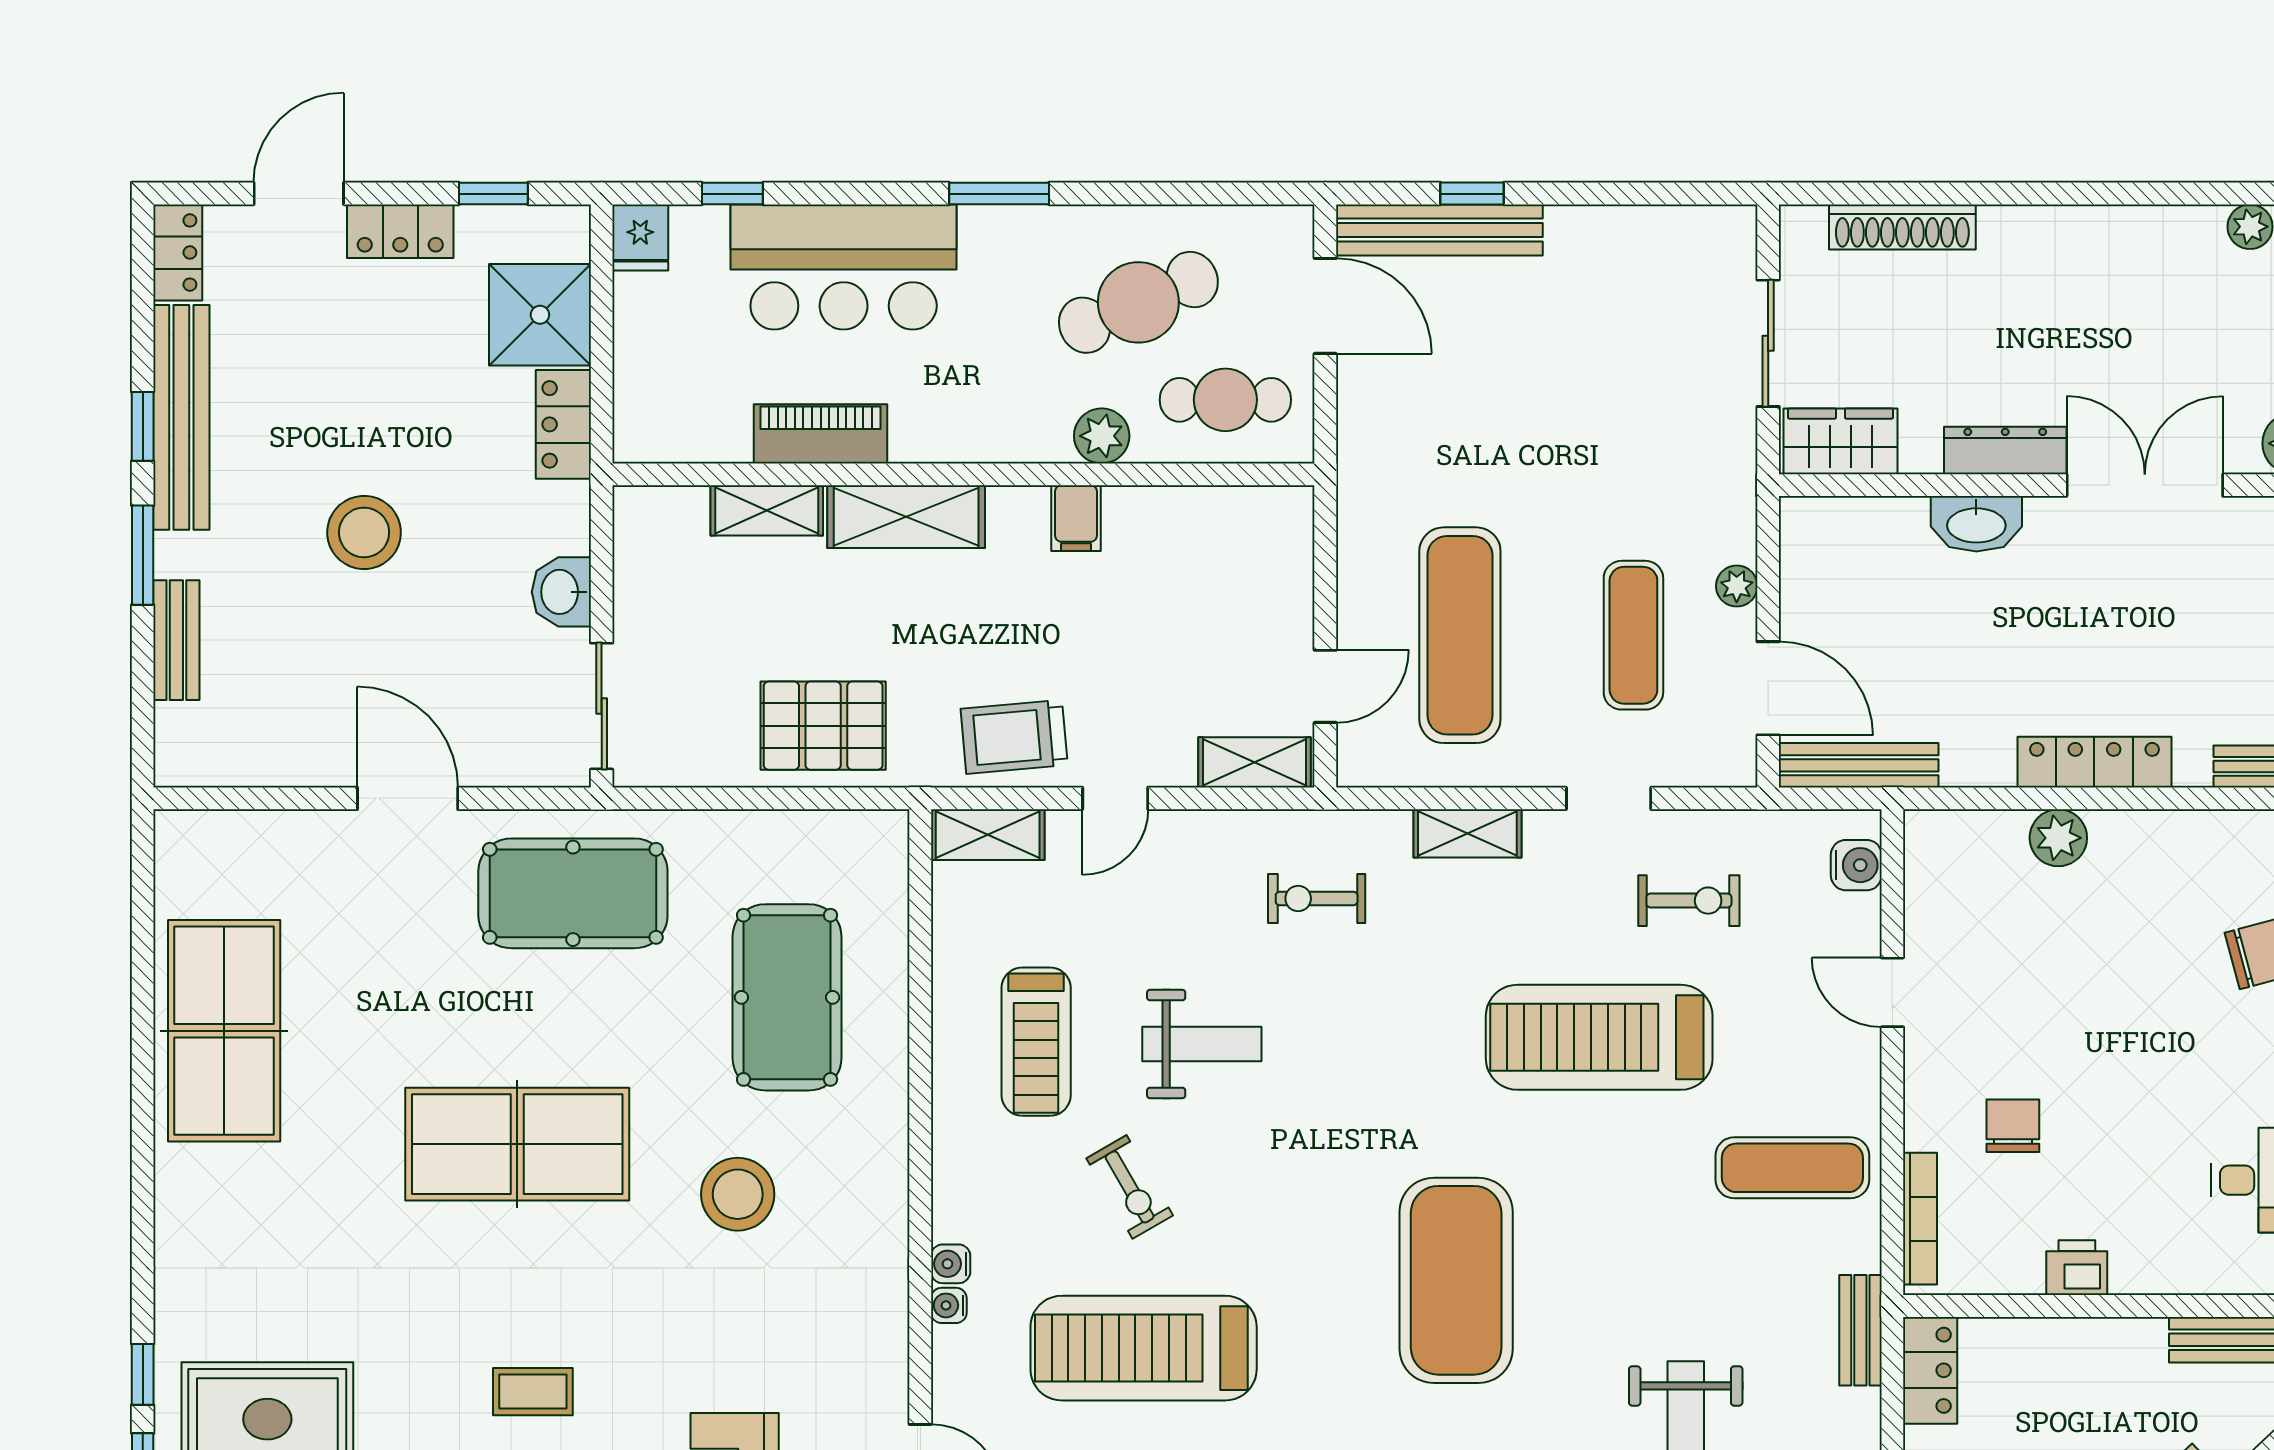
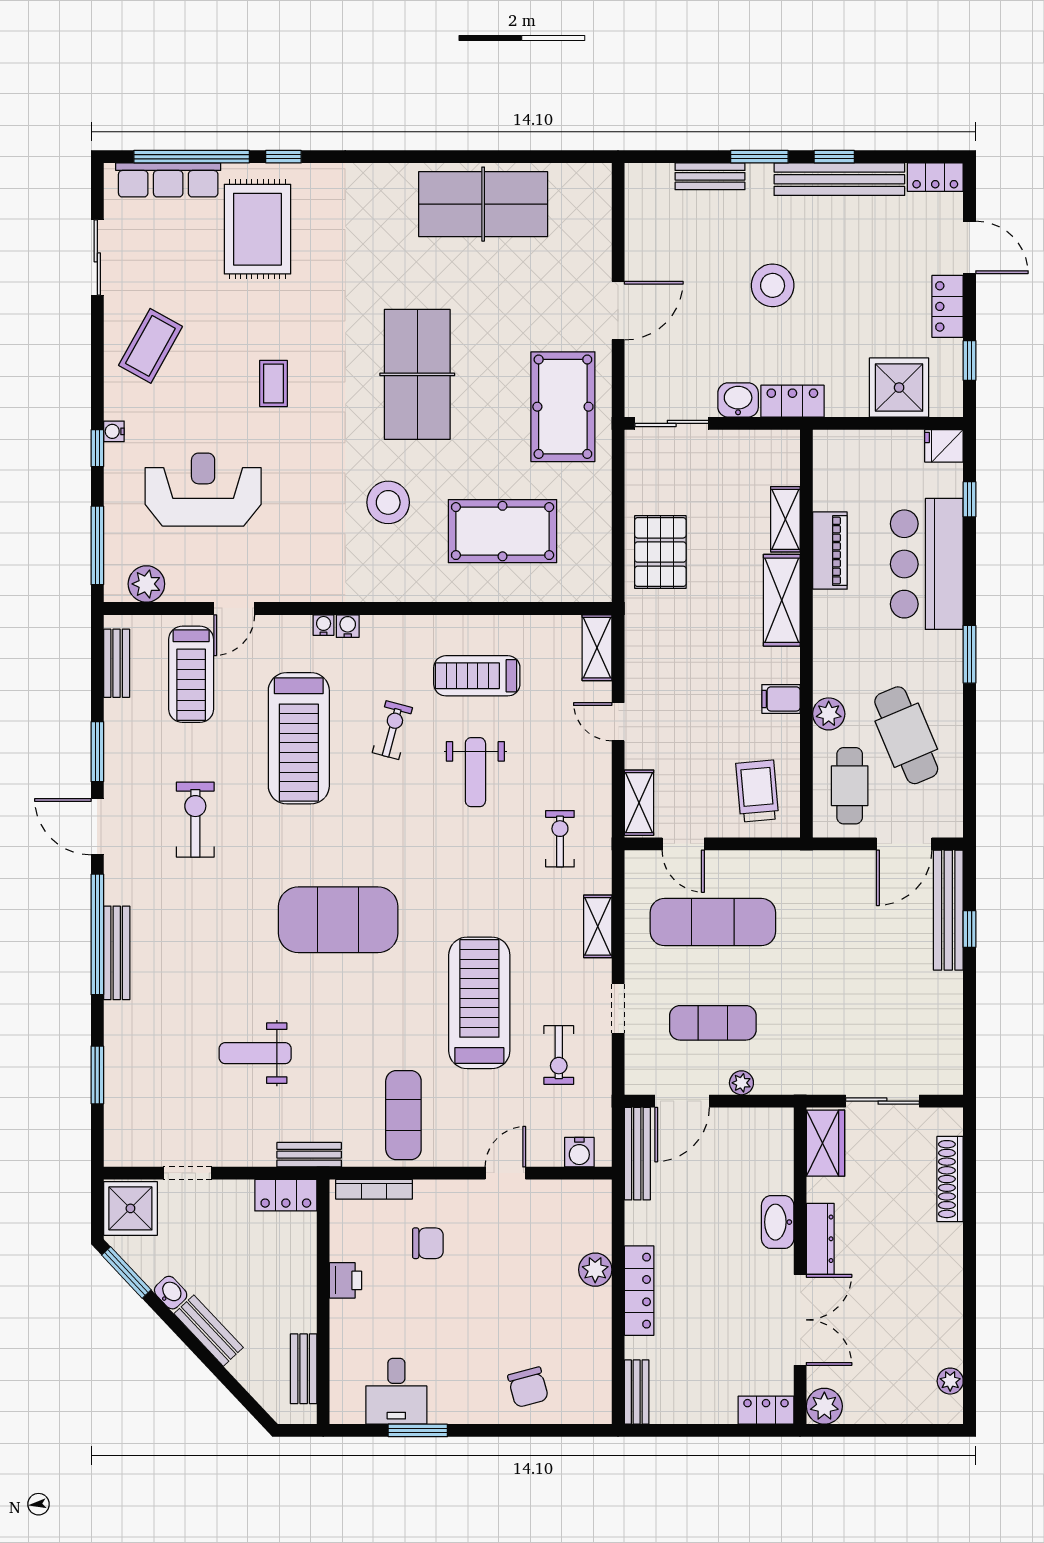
locker: (563, 424) -> (792, 401), moved
trolley: (1014, 737) -> (757, 791), moved
exercise bike: (1130, 1187) -> (392, 730), turned 135
treadmill: (1144, 1348) -> (299, 738), turned 180

